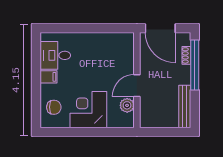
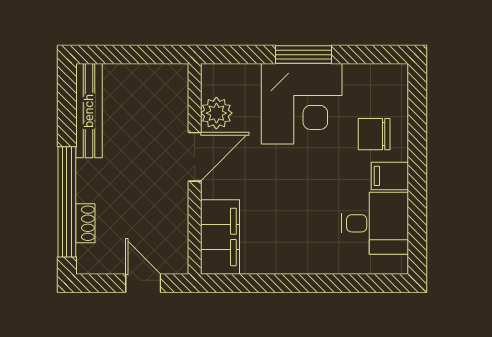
door: (160, 28) -> (143, 283), width x0.53
filing cabinet: (125, 49) -> (220, 237), added
chair: (54, 107) -> (374, 134), moved
window: (88, 132) -> (304, 55), added

